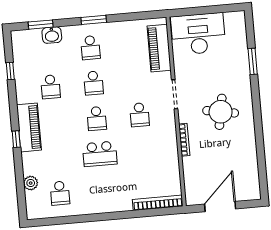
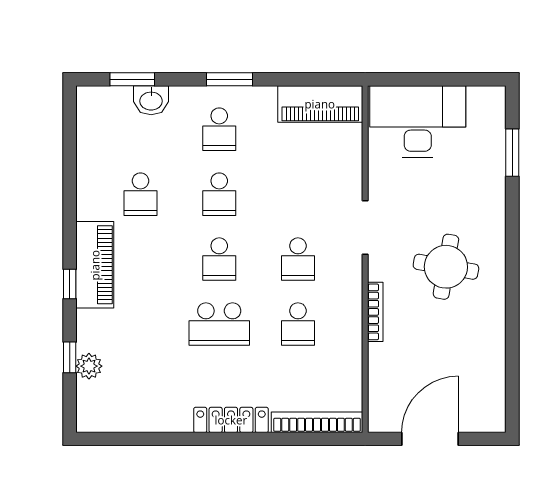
piano: (159, 48) -> (320, 104), moved, turned -90
window: (253, 61) -> (512, 153), moved
window: (10, 71) -> (70, 357), moved
school desk: (60, 193) -> (298, 324), moved
locker: (111, 206) -> (231, 420), added

